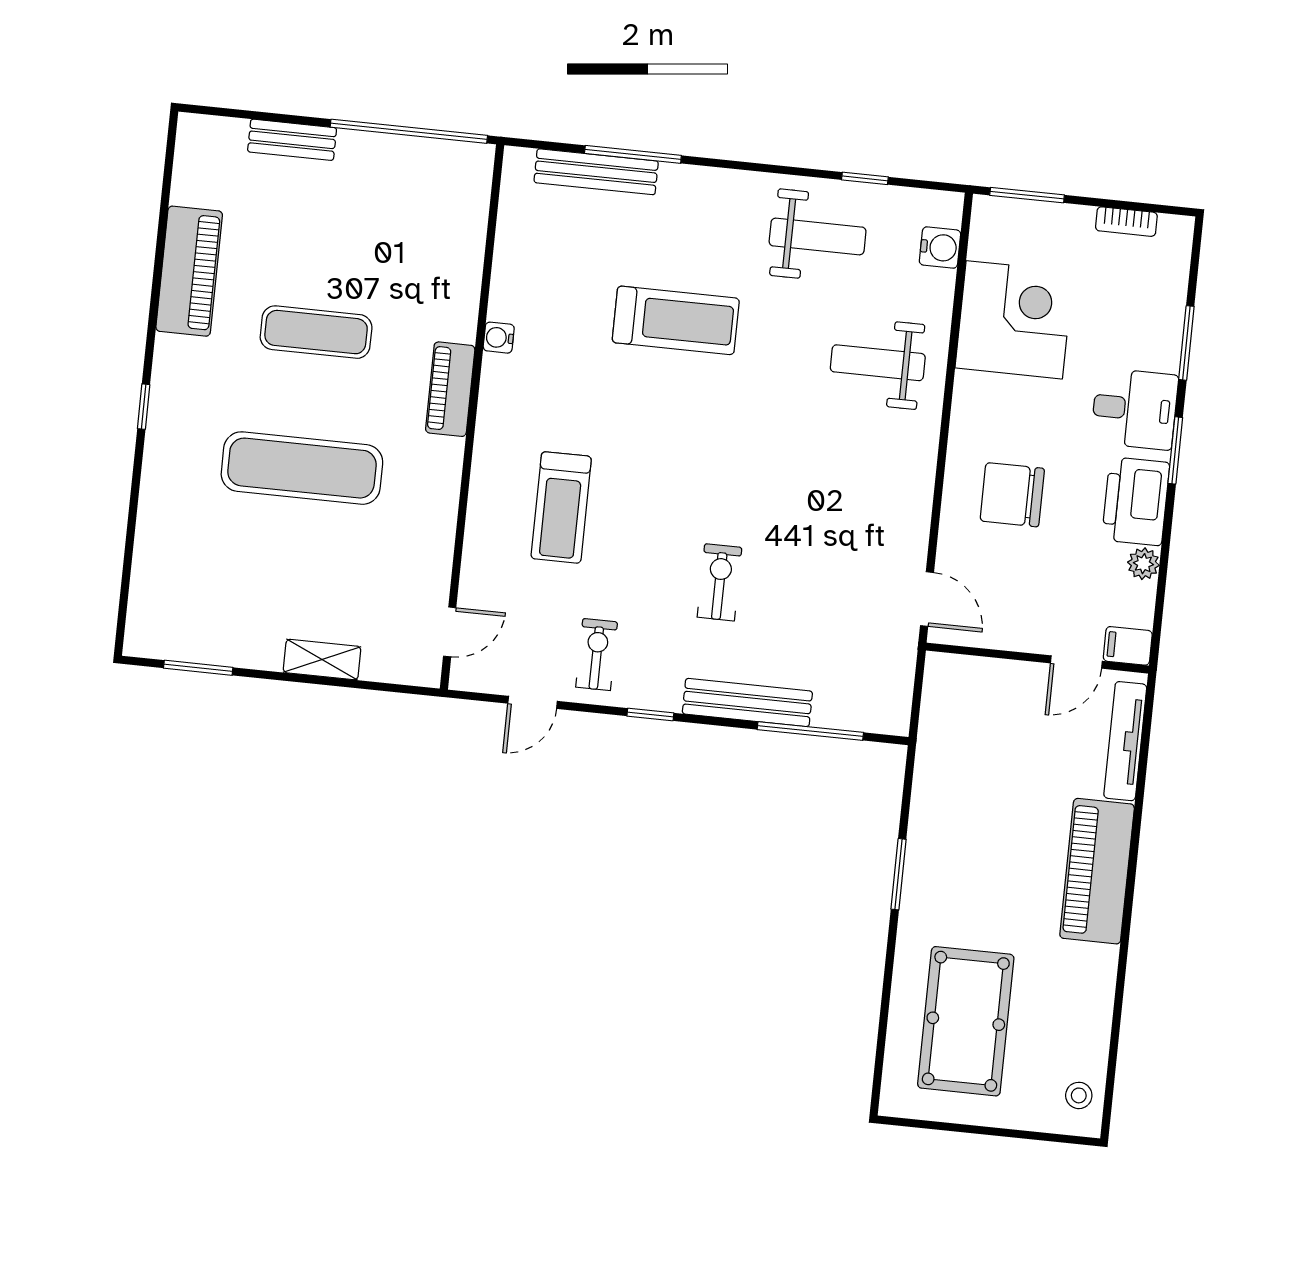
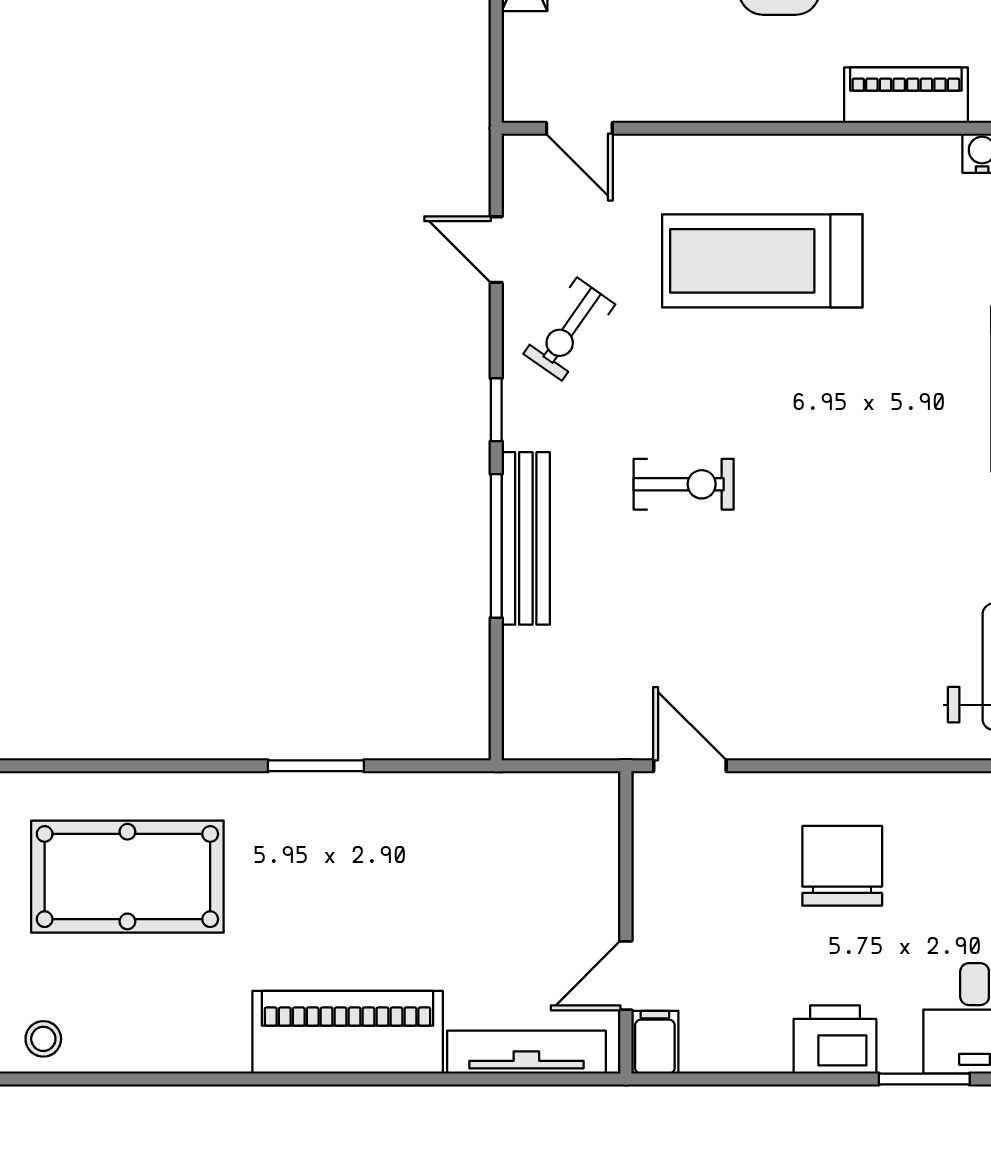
printer: (1136, 501) -> (835, 1039), width x0.73, depth x0.84
treadmill: (561, 507) -> (762, 261), width x1.37, depth x1.38
plant: (1143, 564) -> (768, 1052), removed
door: (927, 599) -> (690, 766), swing flipped
exercise bike: (597, 655) -> (569, 329), turned 125
door: (1076, 662) -> (626, 975), hinge flipped
window: (810, 731) -> (496, 546), moved

